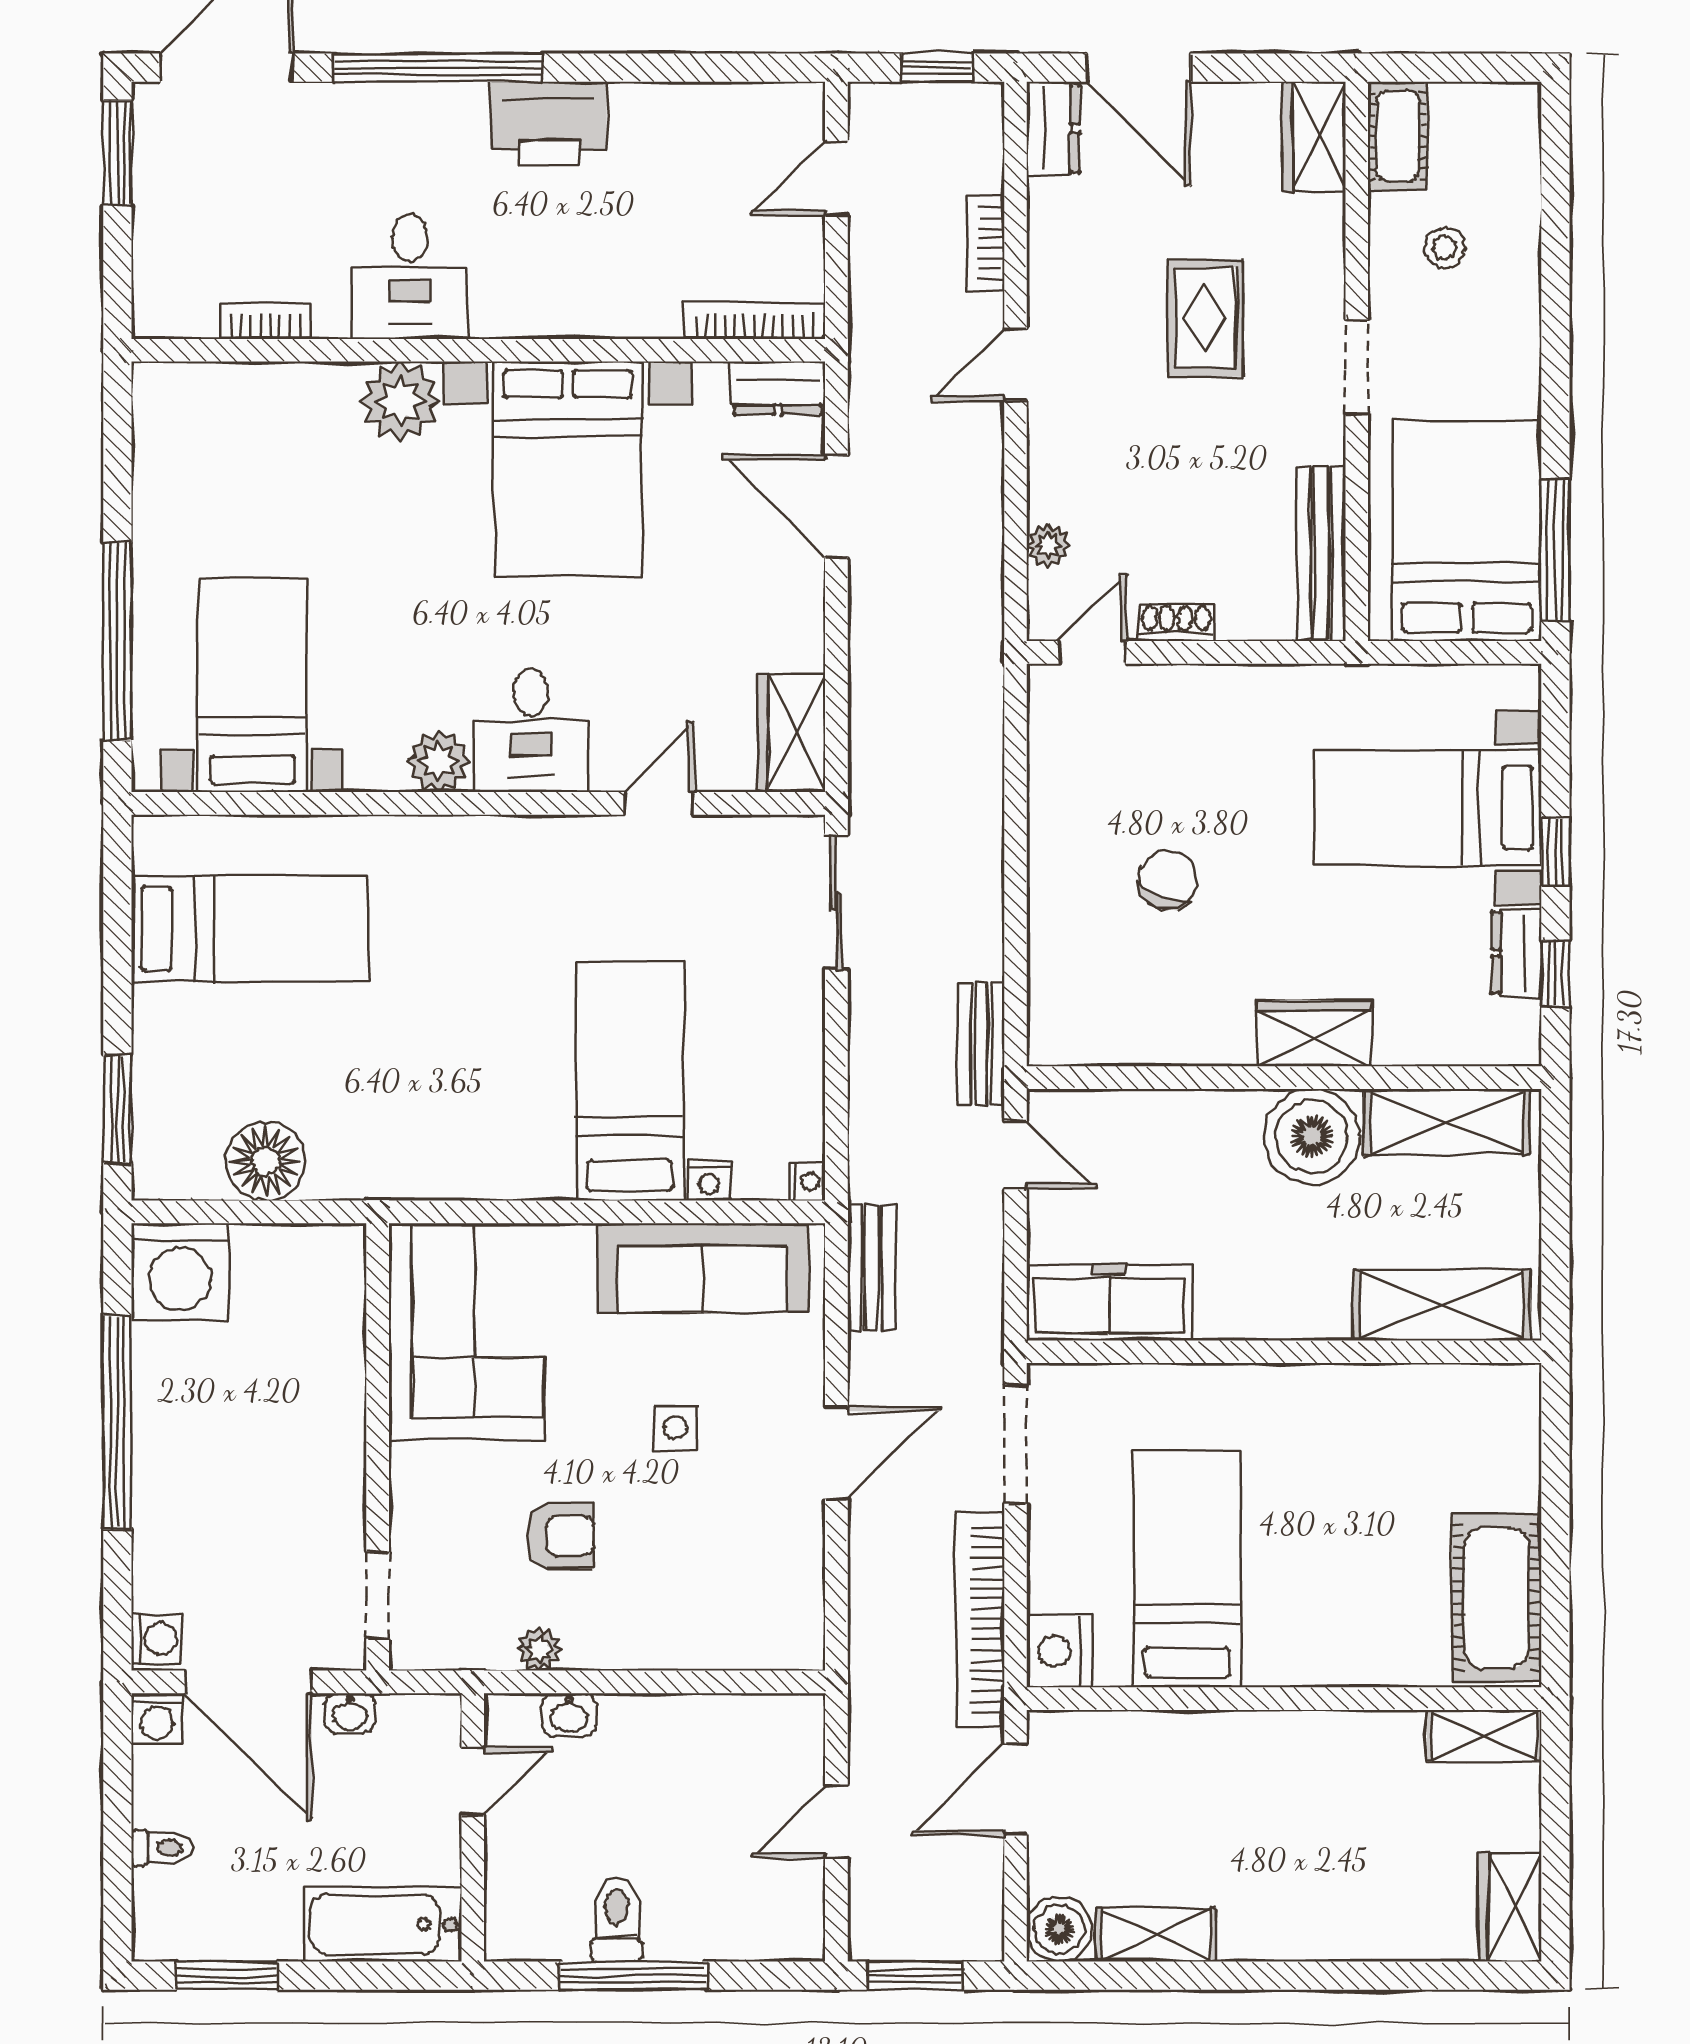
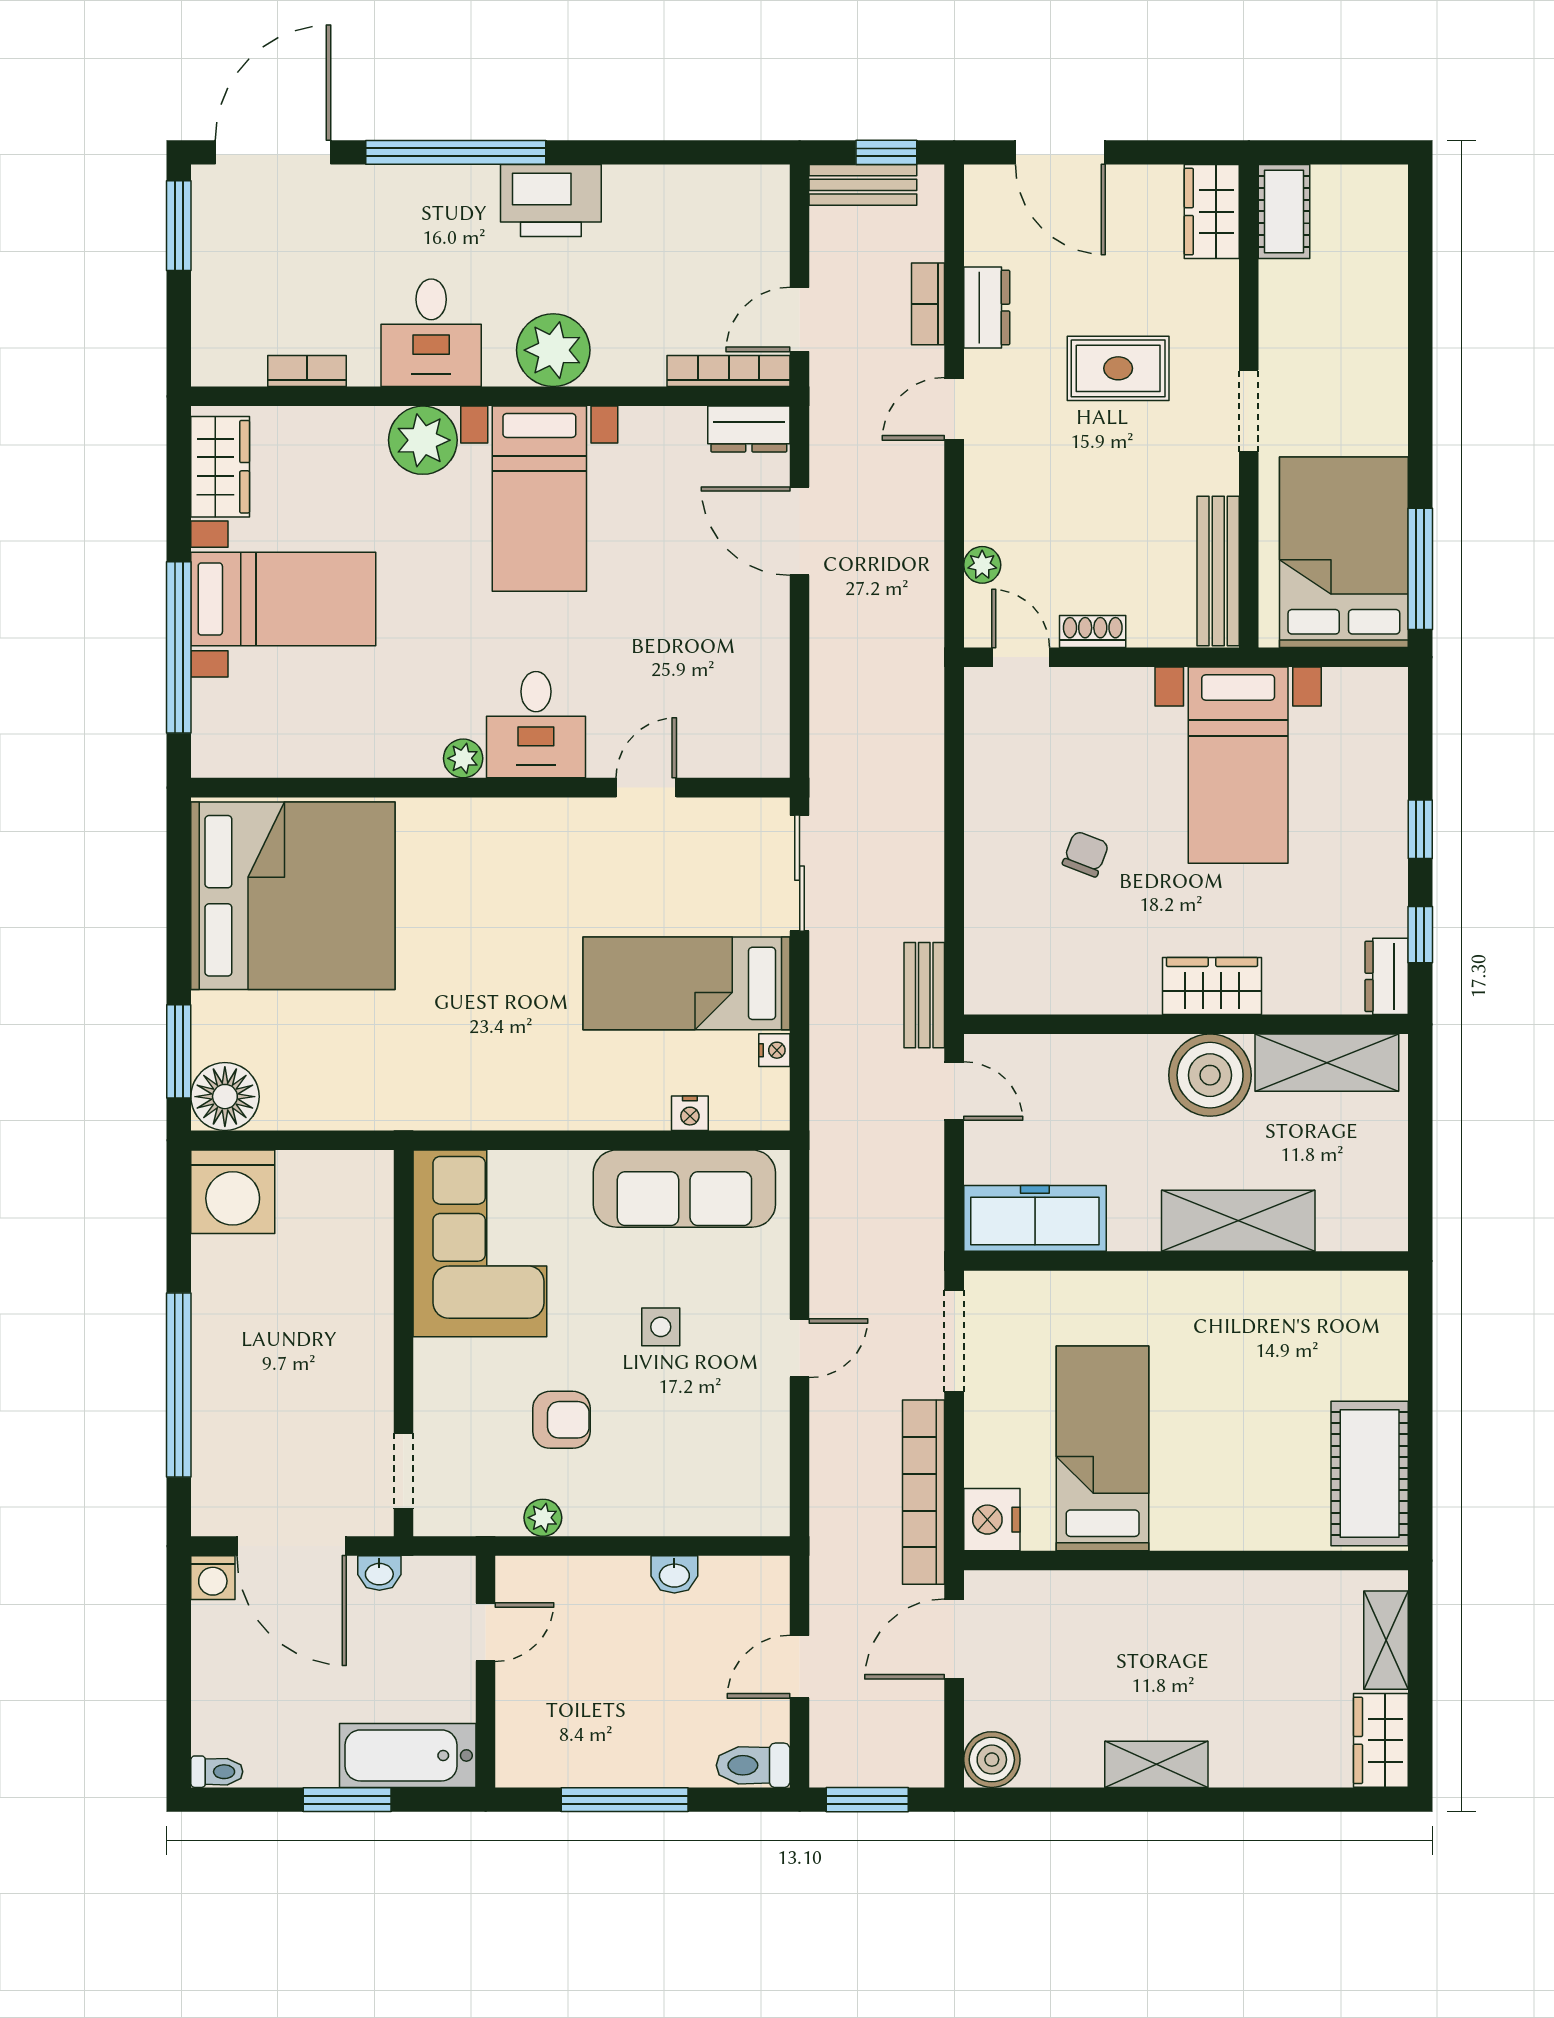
dresser: (1053, 129) -> (987, 308), moved
door: (836, 179) -> (800, 319), moved
stool: (1444, 248) -> (1325, 308), removed
plant: (551, 297) -> (553, 350), added
rug: (1205, 318) -> (1118, 368), turned 90
bed with nightstands: (568, 469) -> (539, 499), width x0.73
door: (1092, 652) -> (1021, 657), hinge flipped
bed with nightstands: (252, 685) -> (283, 599), moved, turned 90
wardrobe: (791, 733) -> (220, 467), moved, turned 180
plant: (438, 761) -> (463, 758), width x0.73, depth x0.73
bed with nightstands: (1428, 808) -> (1238, 765), moved, turned -90
chair: (1168, 880) -> (1086, 854), width x0.73, depth x0.73
bed: (250, 929) -> (293, 896), width x2.04
dresser: (1516, 953) -> (1387, 976), moved
bed: (630, 1081) -> (687, 983), moved, turned -90
floor lamp: (266, 1161) -> (225, 1097), moved
nightstand: (807, 1182) -> (774, 1050), moved
bench: (871, 1267) -> (863, 185), moved, turned 90
shelving: (1442, 1305) -> (1238, 1221), moved
window: (117, 1422) -> (179, 1385), moved
door: (836, 1453) -> (800, 1348), width x0.73
washing machine: (157, 1638) -> (213, 1508), removed
washbasin: (569, 1715) -> (674, 1574), moved
shelving: (1484, 1736) -> (1386, 1640), moved, turned 90
toilet: (161, 1848) -> (217, 1772), moved
toilet: (616, 1919) -> (753, 1765), moved, turned -90
shelving: (1156, 1935) -> (1156, 1764), moved
window: (227, 1976) -> (347, 1800), moved

